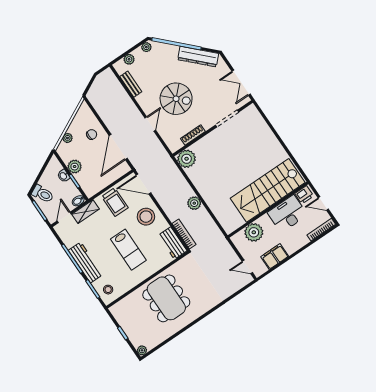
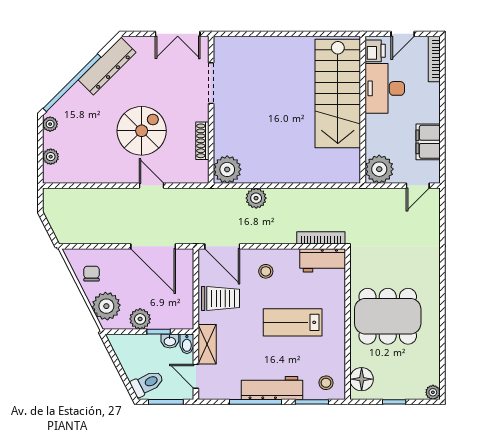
bench: (131, 84) -> (84, 176), removed
chair: (92, 134) -> (91, 274), moved
plant: (67, 138) -> (106, 306), width x1.88, depth x1.88
washbasin: (64, 176) -> (170, 341), moved
door: (143, 184) -> (222, 246), hinge flipped
plant: (194, 203) -> (256, 198), moved
stool: (146, 217) -> (266, 271), width x0.53, depth x0.53
plant: (254, 232) -> (379, 169), moved
lab bench: (128, 250) -> (293, 322), turned 180
floor lamp: (123, 307) -> (362, 379), added

